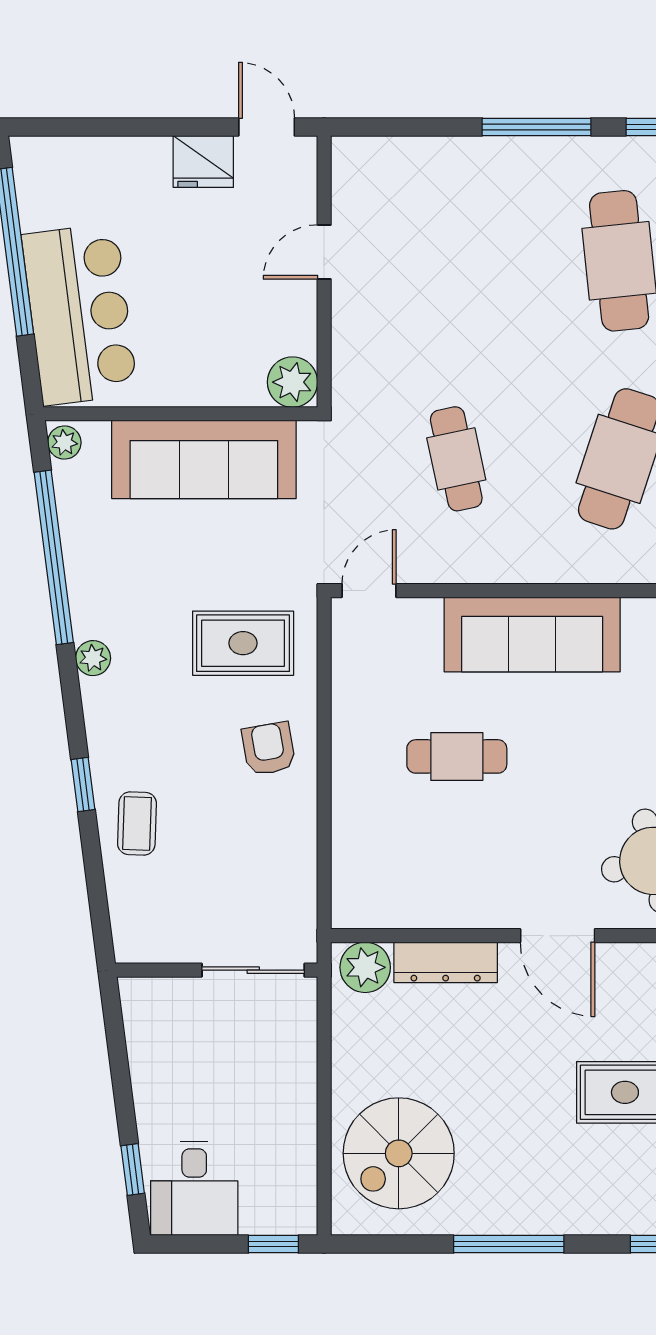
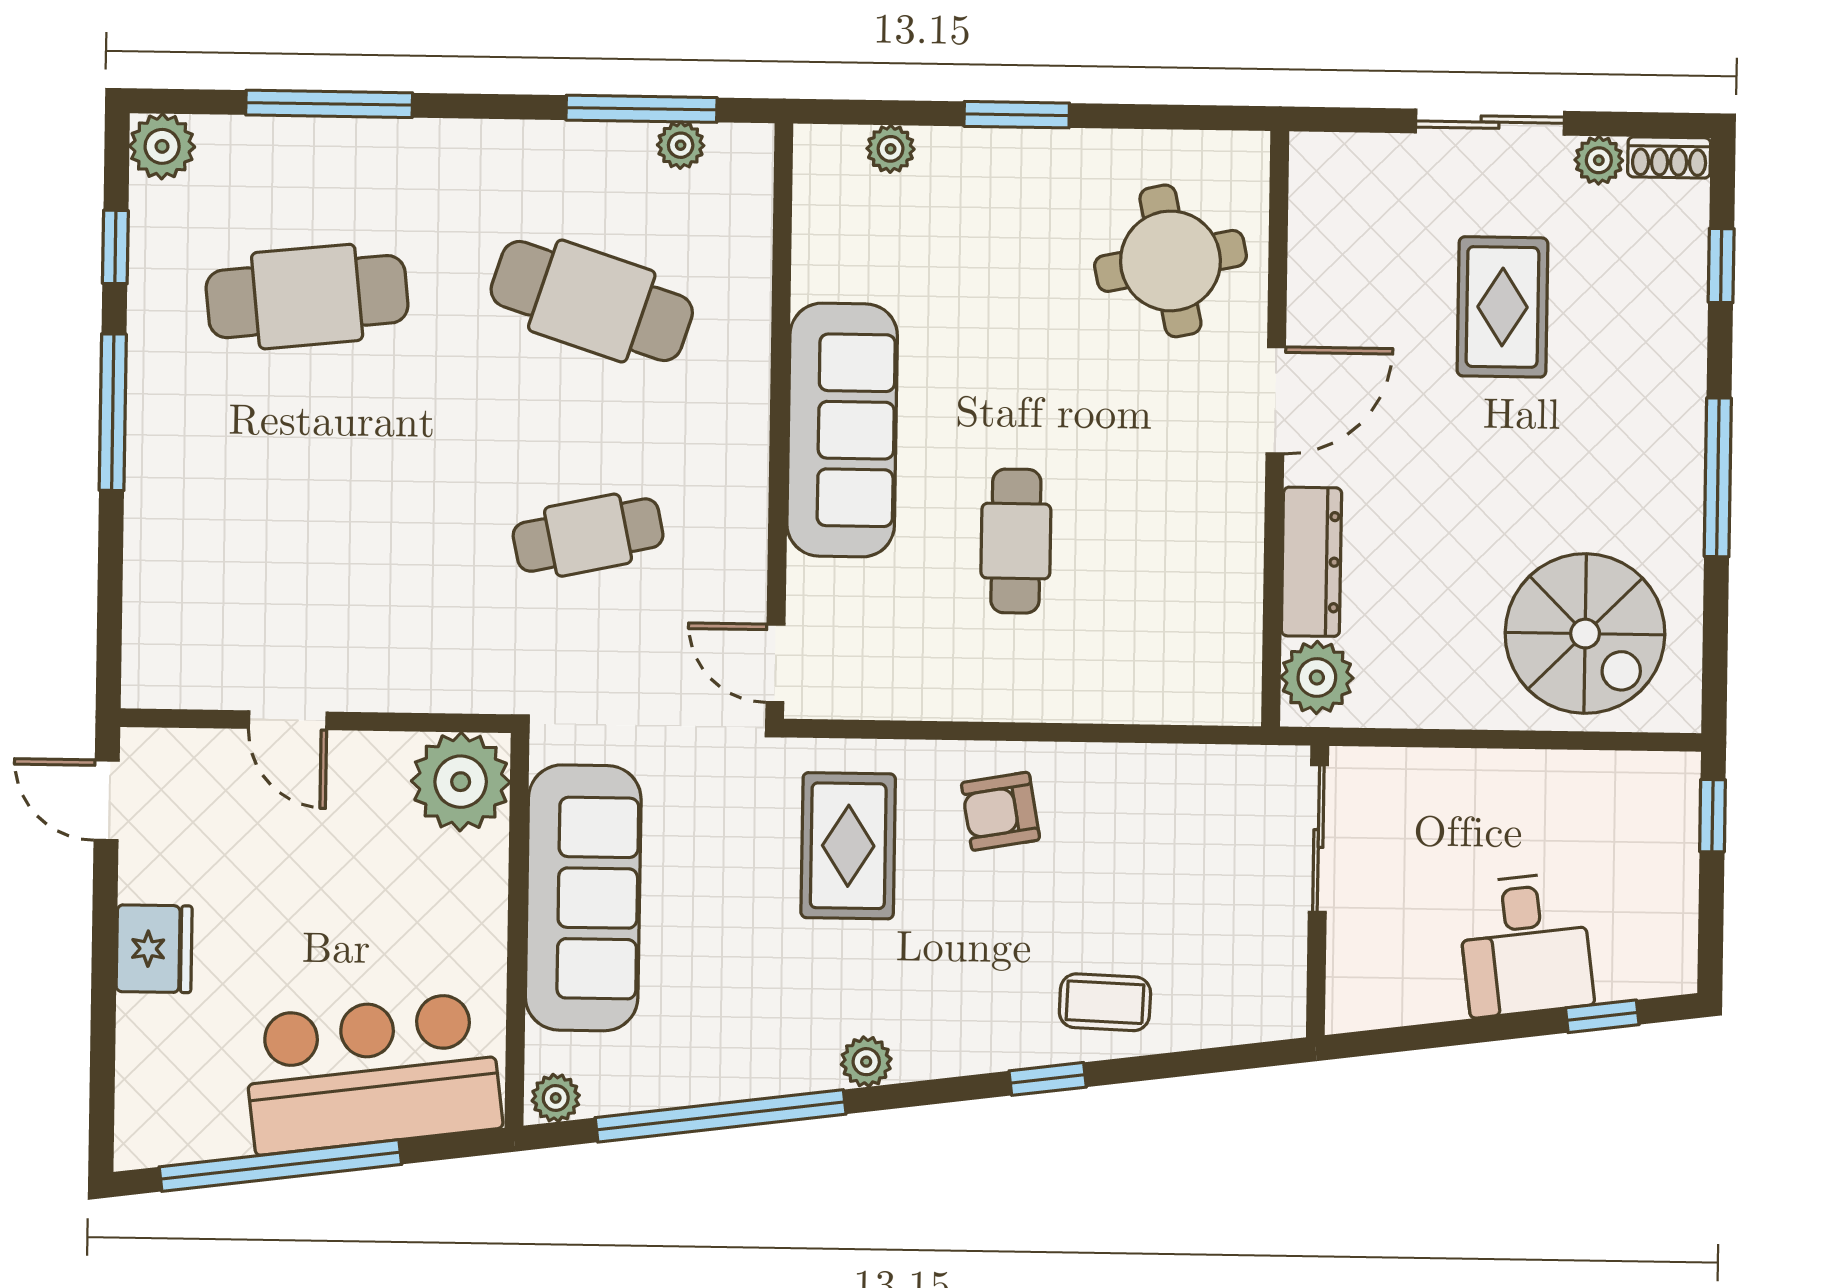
door: (267, 127) -> (107, 800), hinge flipped
fridge: (203, 162) -> (154, 949), moved
plant: (293, 382) -> (461, 782), width x1.36, depth x1.36
desk: (194, 1188) -> (1525, 945), moved, turned 83

